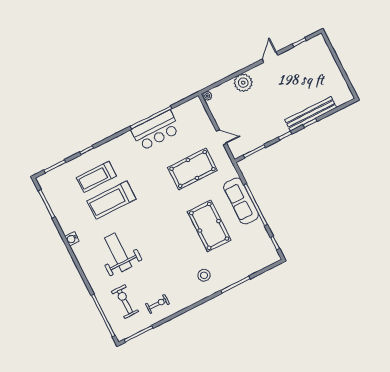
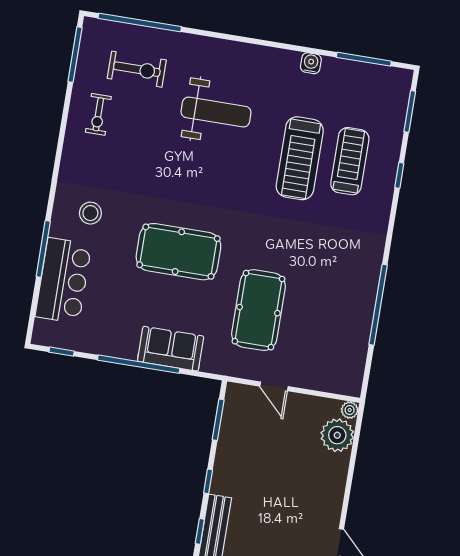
plant: (243, 83) -> (337, 435), moved
bar counter: (156, 131) -> (63, 280), moved, turned 180
door: (221, 137) -> (274, 386), hinge flipped
treadmill: (111, 200) -> (300, 158), turned 180
sofa: (241, 201) -> (171, 349), width x0.73
pool table: (209, 226) -> (178, 252), moved
water cooler: (72, 239) -> (311, 63), moved

